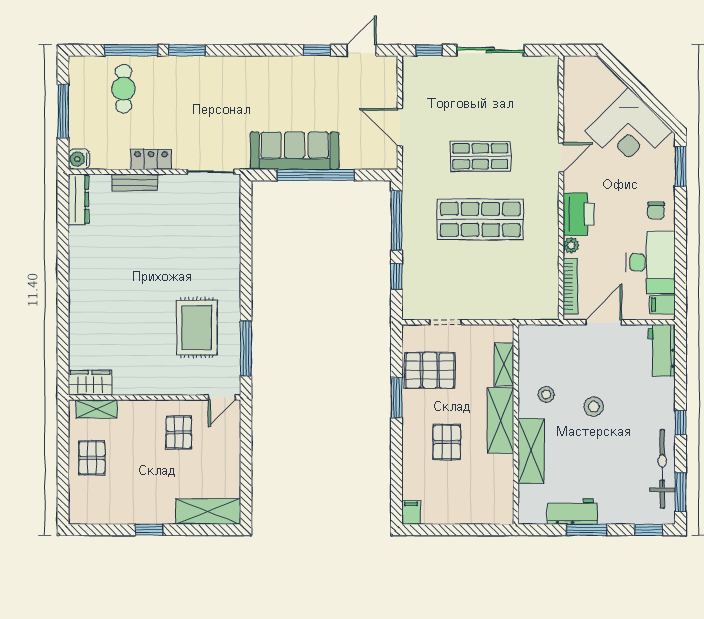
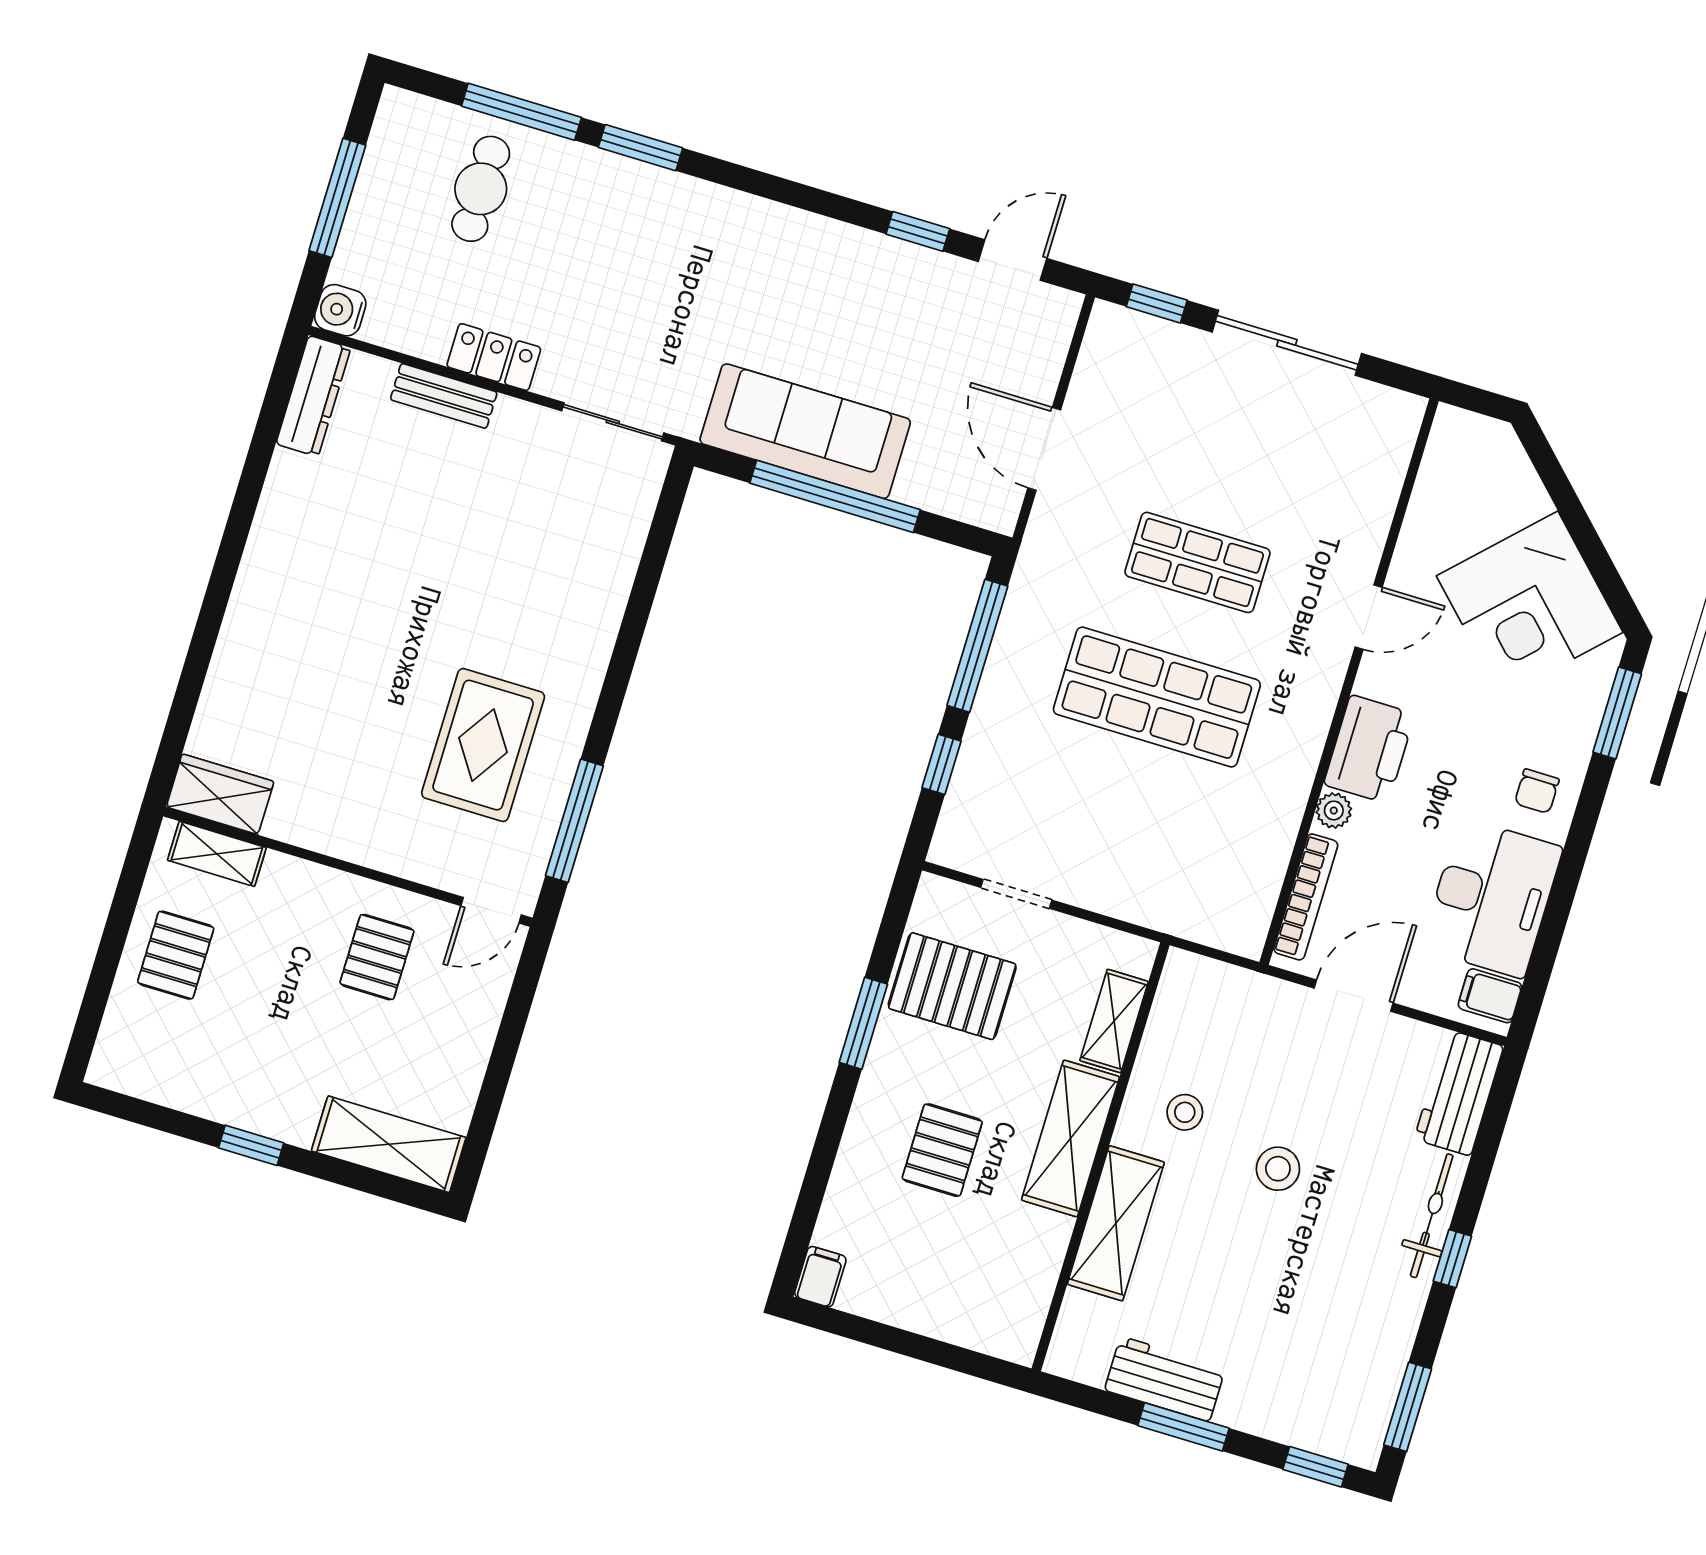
bicycle: (662, 469) -> (1432, 1216), moved, width x0.73, depth x0.71

